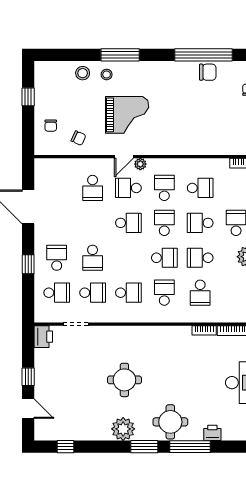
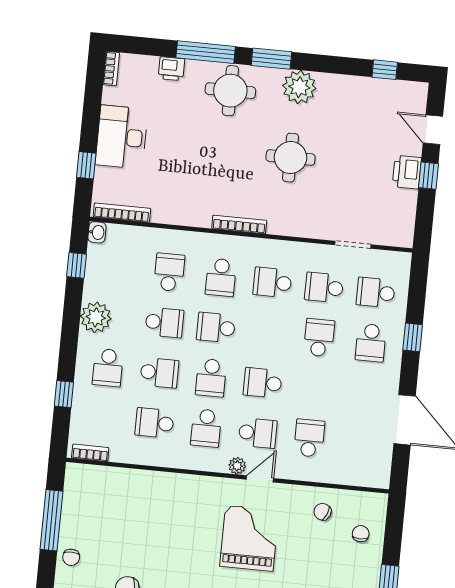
grand piano: (127, 115) -> (249, 538), turned 90
bookcase: (204, 330) -> (239, 224), moved, width x1.56
printer: (43, 337) -> (407, 172), moved

